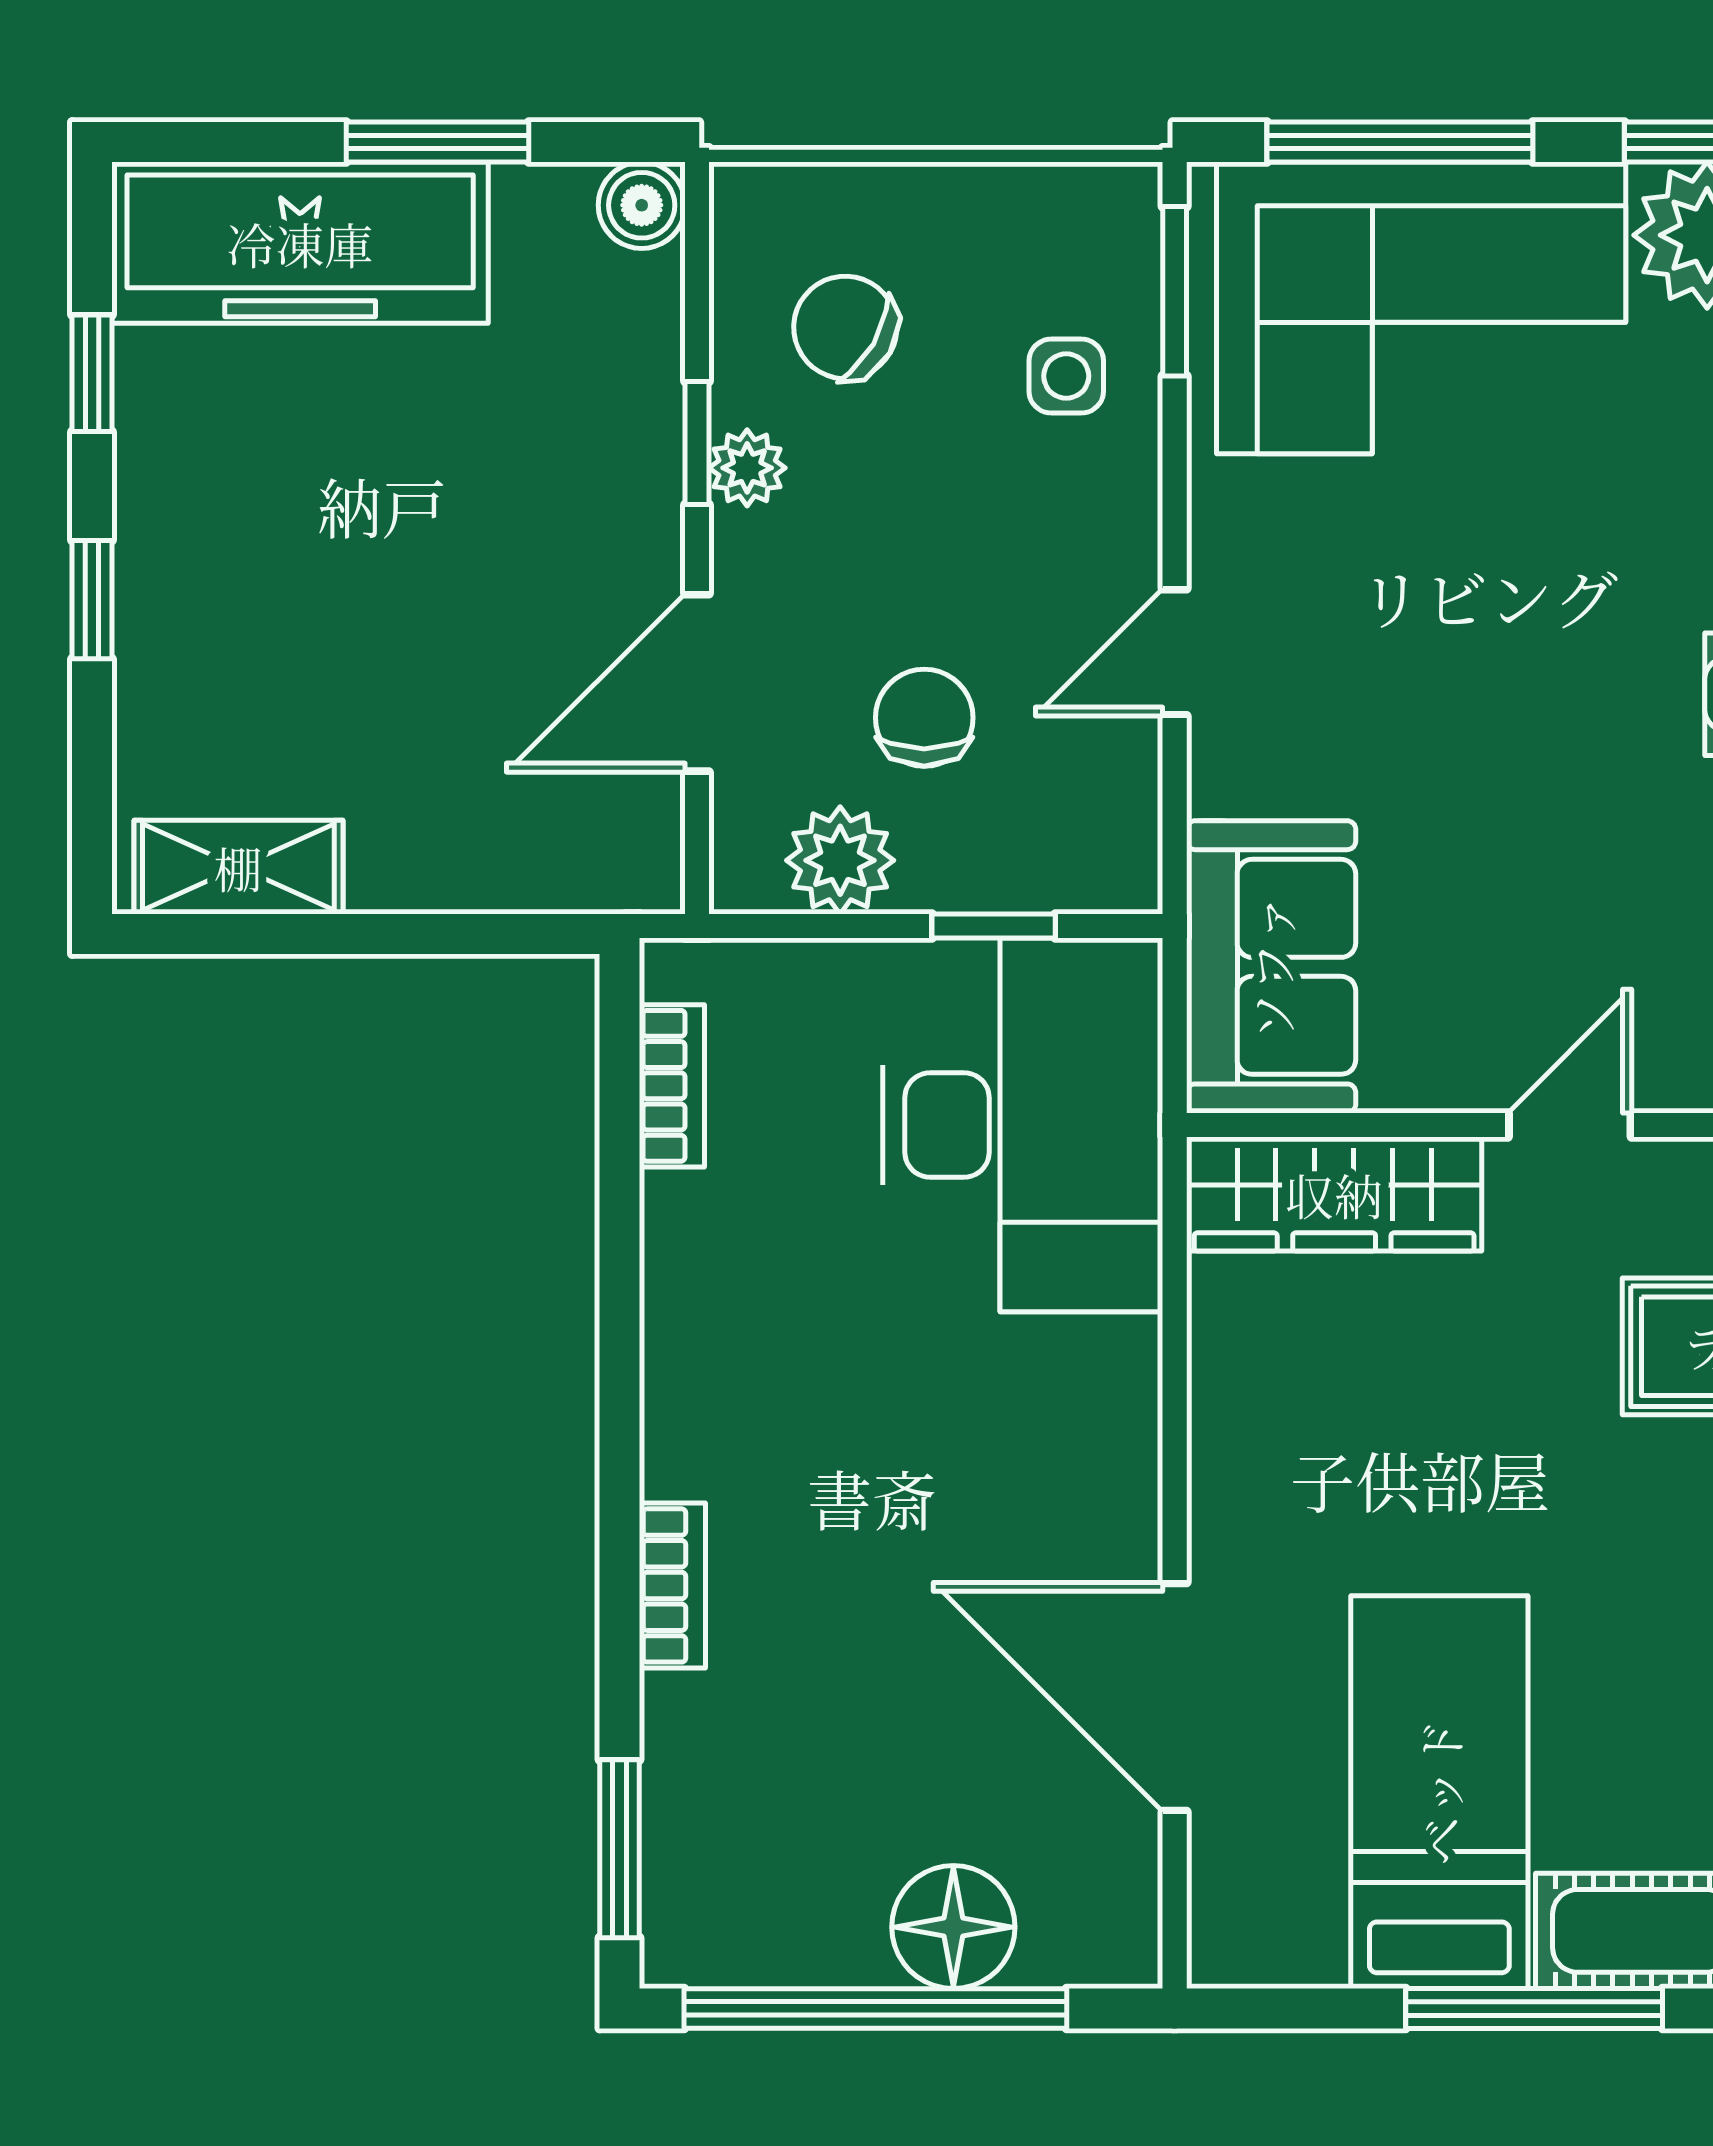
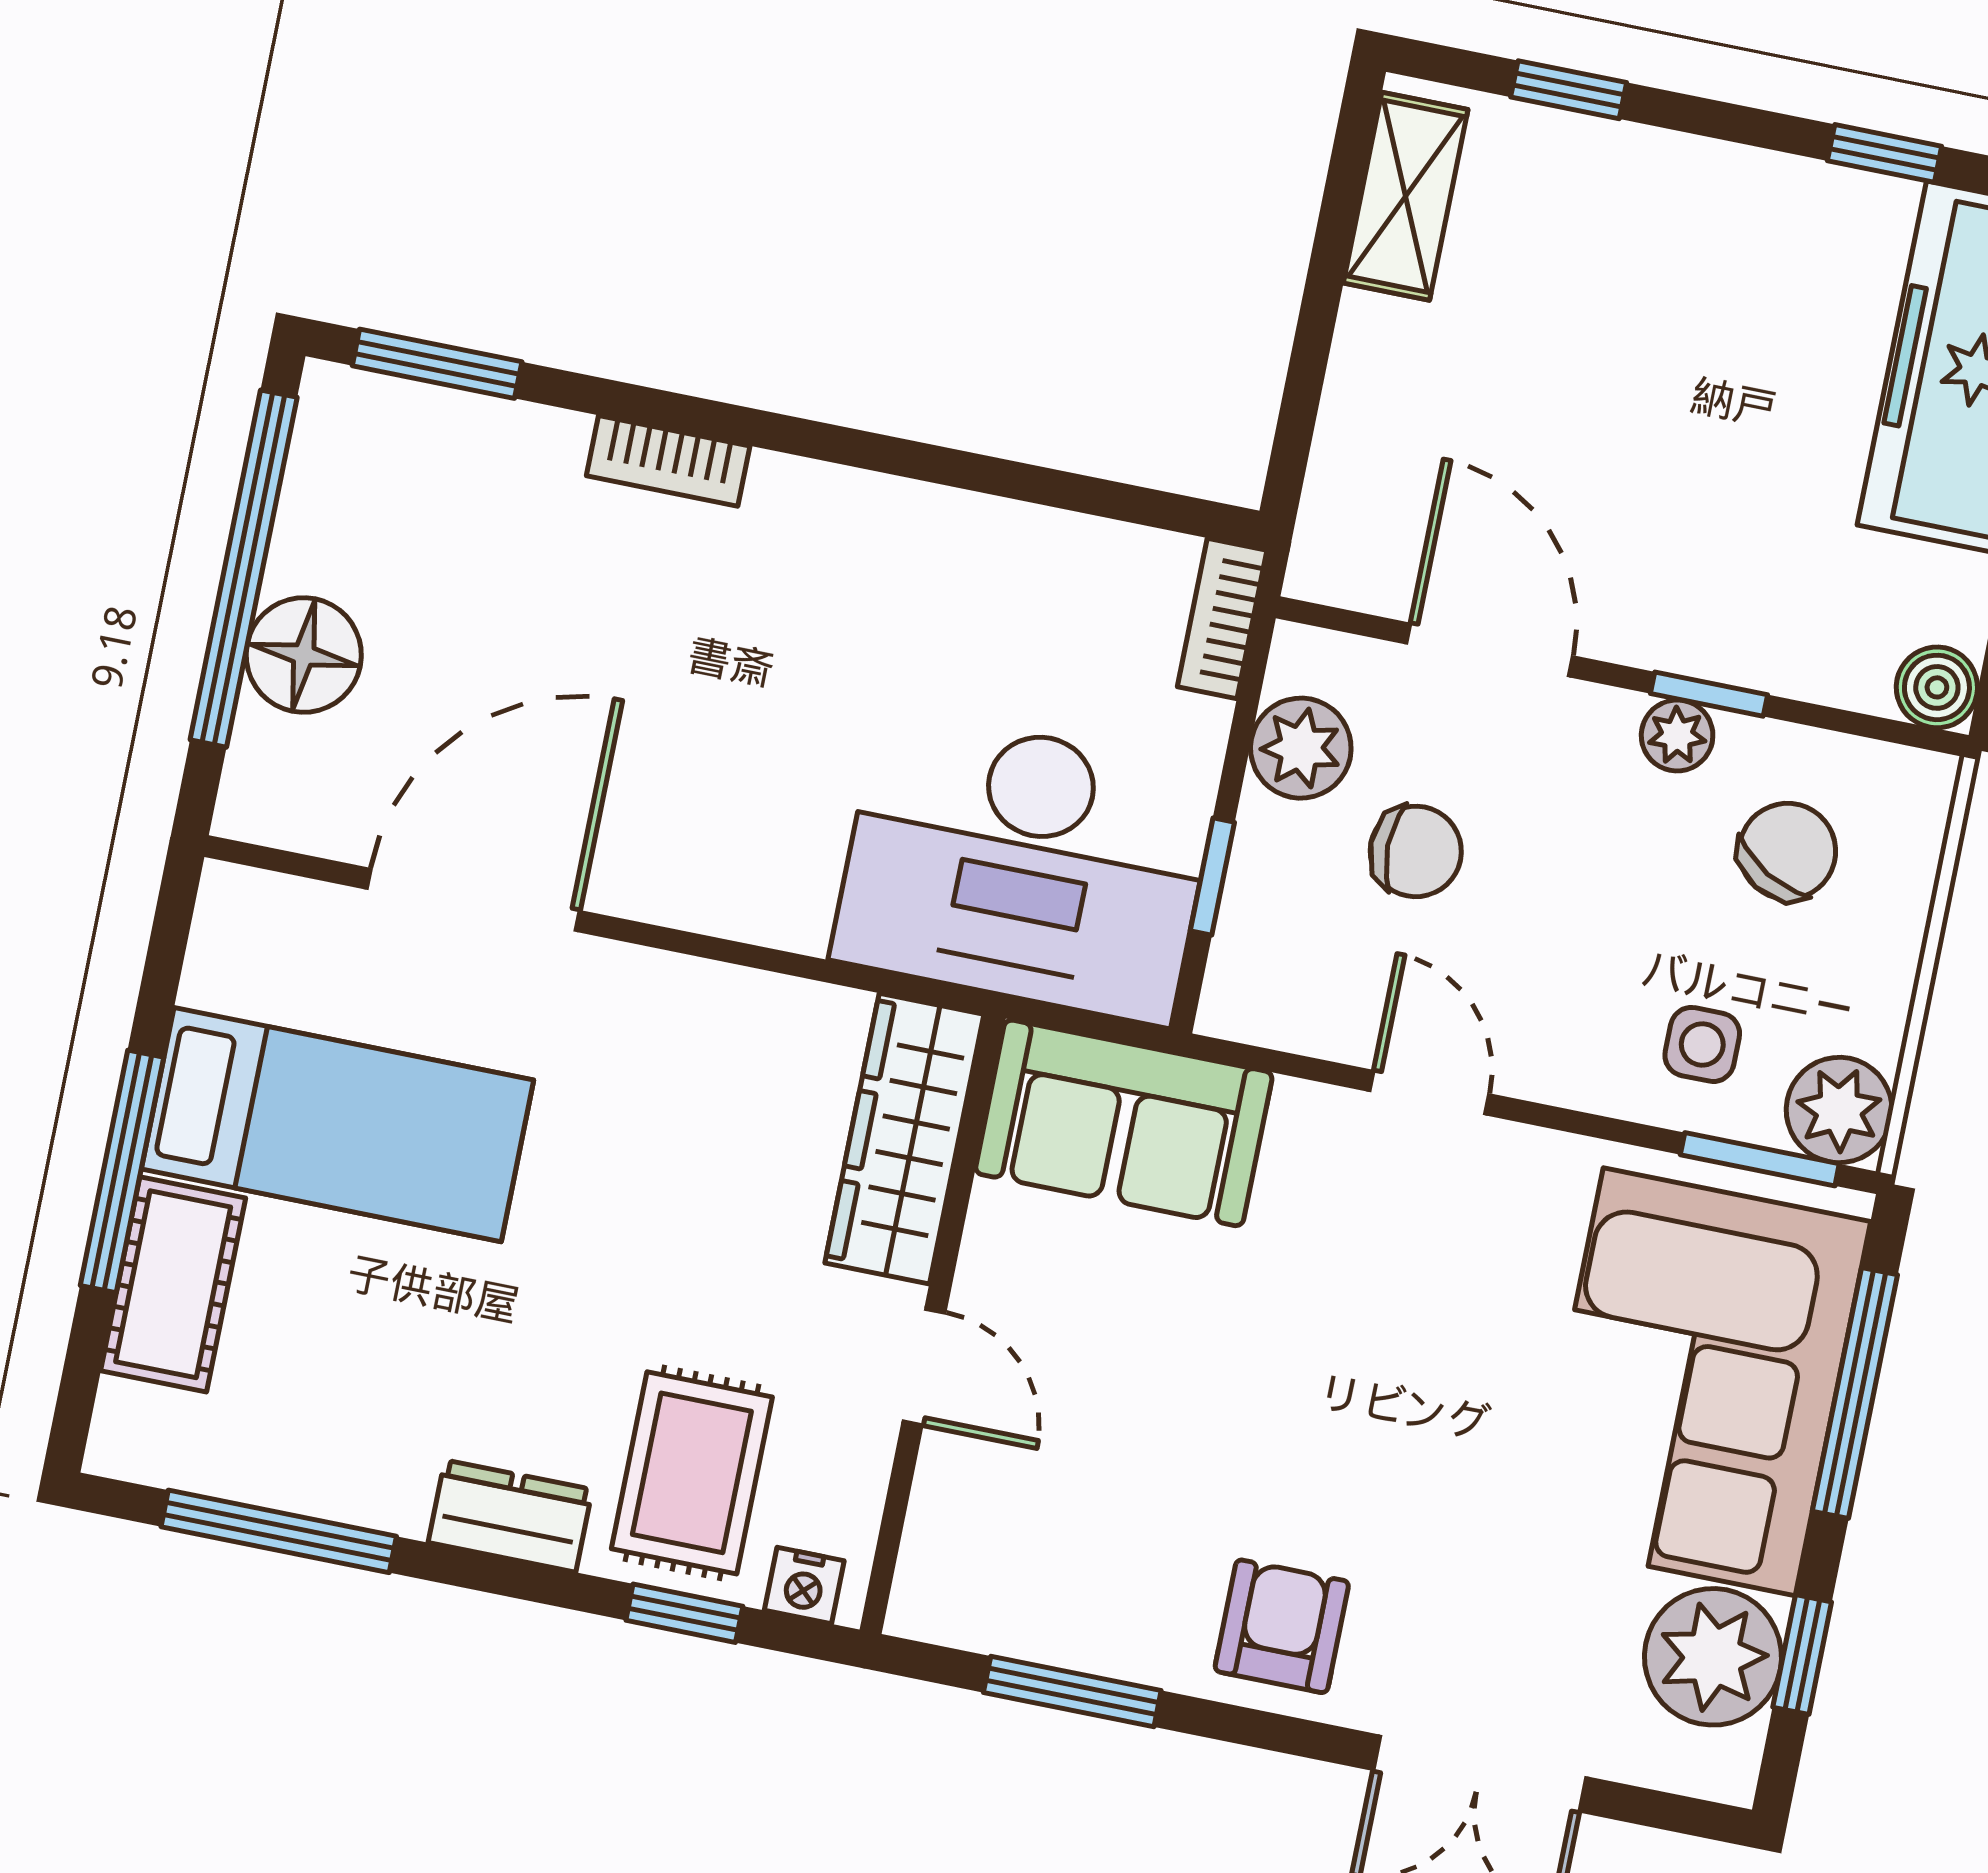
plant: (1106, 218) -> (1839, 1110), added
window: (92, 600) -> (1569, 90), moved
bookcase: (672, 1086) -> (1222, 618), moved, turned 90

